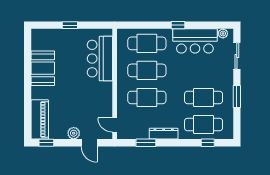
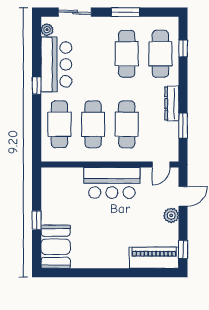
bar counter: (100, 59) -> (112, 183), moved
booth: (43, 68) -> (56, 247), moved, turned 90

